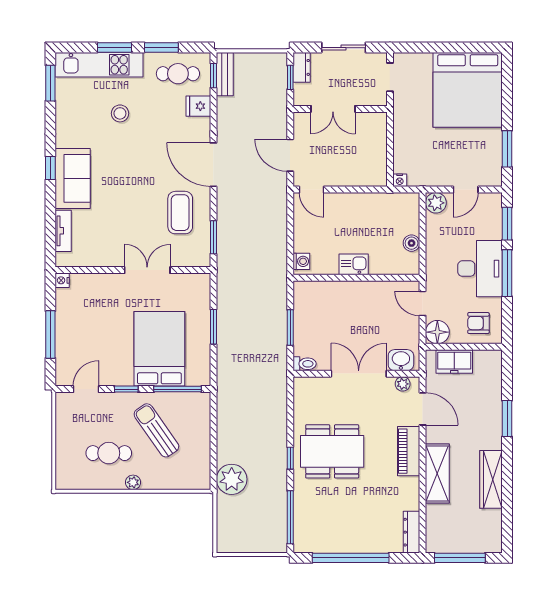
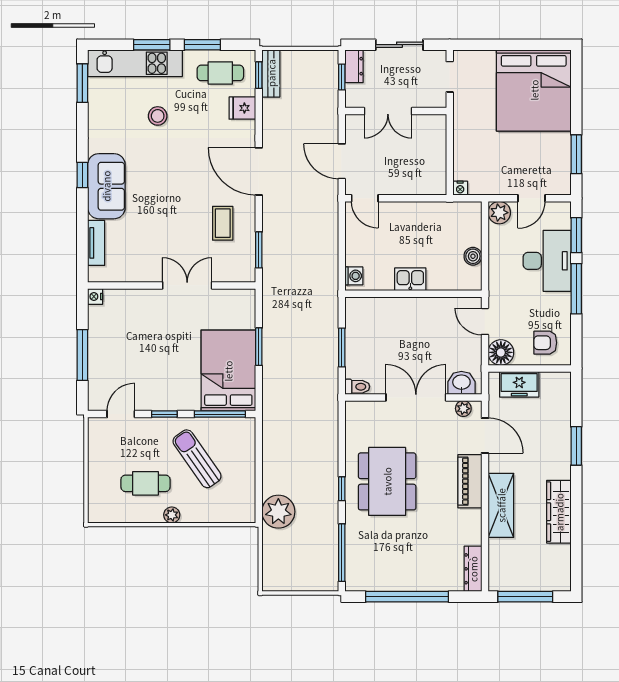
coffee table: (180, 213) -> (223, 223), width x0.73, depth x0.77
desk: (480, 269) -> (547, 261), moved
bed: (159, 349) -> (228, 371), moved
dining table: (332, 451) -> (387, 481), turned 90

